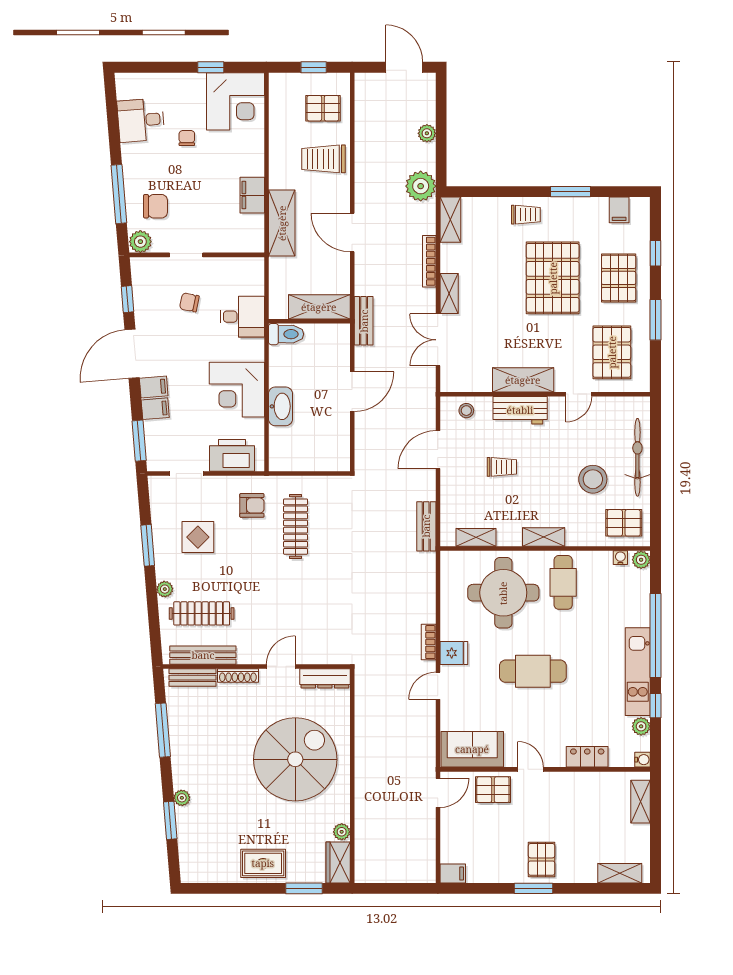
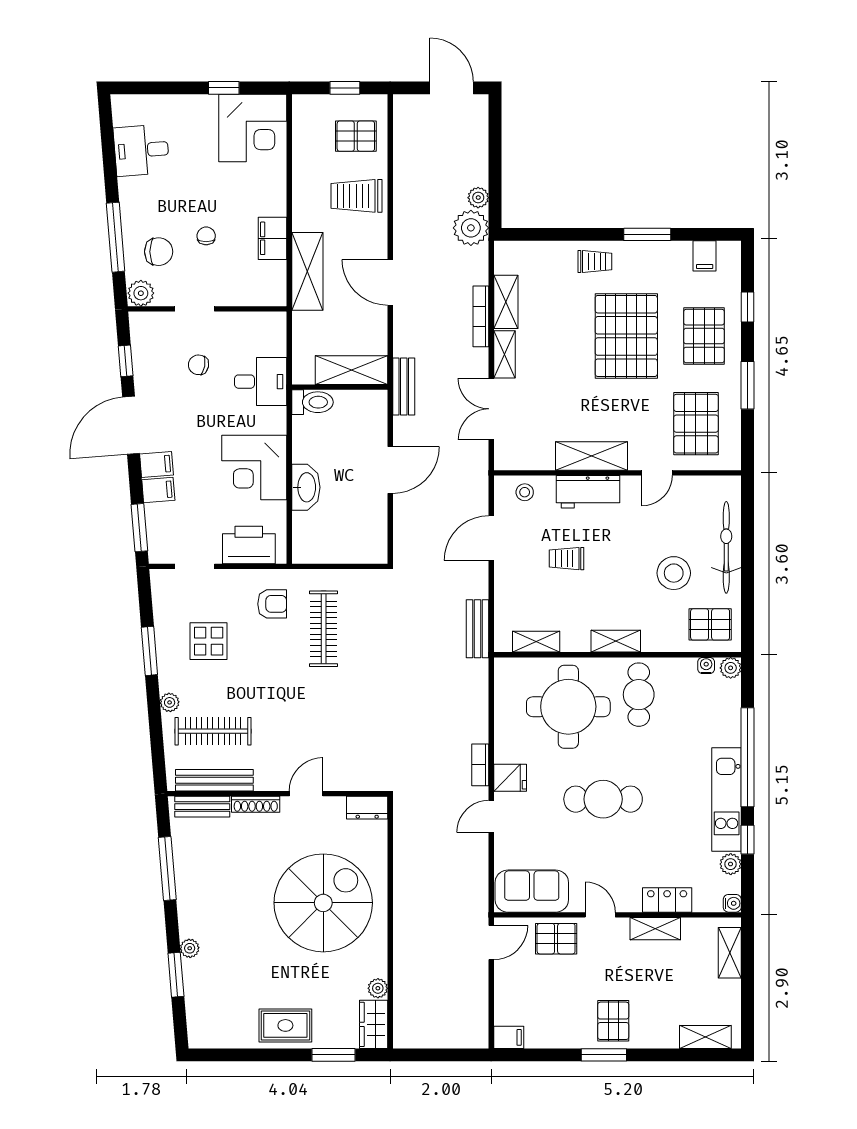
plant: (427, 133) -> (478, 198), moved
chair: (187, 138) -> (206, 236), moved
shelving: (450, 220) -> (506, 302), moved
trolley: (502, 467) -> (567, 559), turned 180
dresser: (325, 678) -> (367, 808), width x0.70
shelving: (577, 781) -> (655, 929), added

